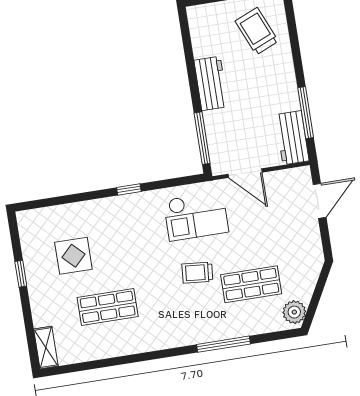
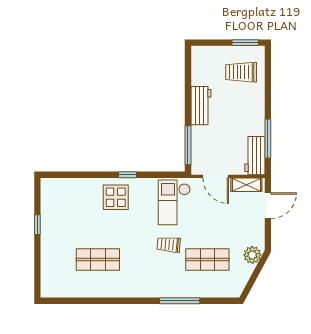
trolley: (257, 31) -> (241, 72), turned -67
checkout: (196, 216) -> (174, 202), turned 90
display table: (73, 256) -> (116, 197), moved
plant: (294, 312) -> (252, 255), moved
shelving: (46, 348) -> (246, 185), moved, turned 90

